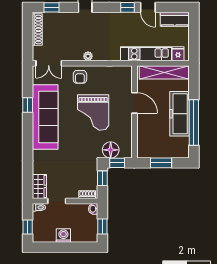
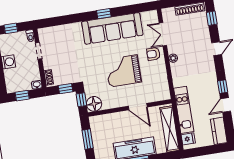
double door: (49, 63) -> (163, 34), moved
door: (134, 103) -> (138, 107), hinge flipped
window: (28, 105) -> (104, 14), moved
floor lamp: (111, 150) -> (94, 104), moved
wardrobe: (39, 186) -> (49, 33), removed

